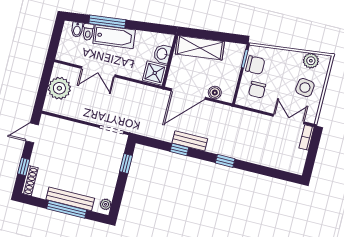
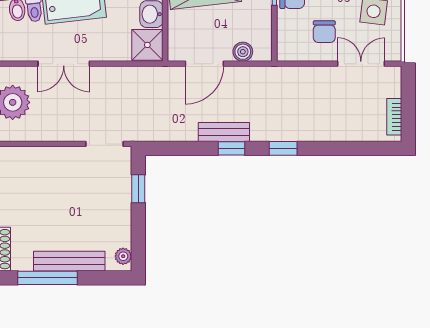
chair: (257, 90) -> (324, 32), moved
door: (188, 94) -> (204, 64), width x0.73
bookcase: (307, 137) -> (394, 117), moved
window: (179, 149) -> (232, 148), moved
window: (67, 209) -> (47, 278), moved

